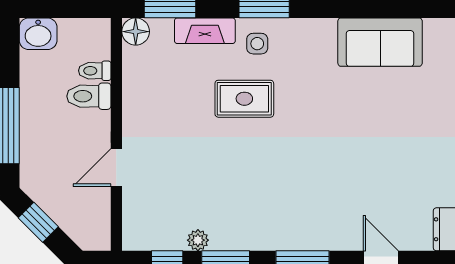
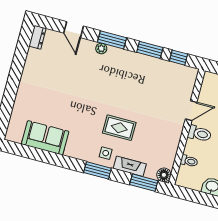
toilet: (89, 96) -> (199, 134), moved
plant: (198, 240) -> (101, 48), moved

